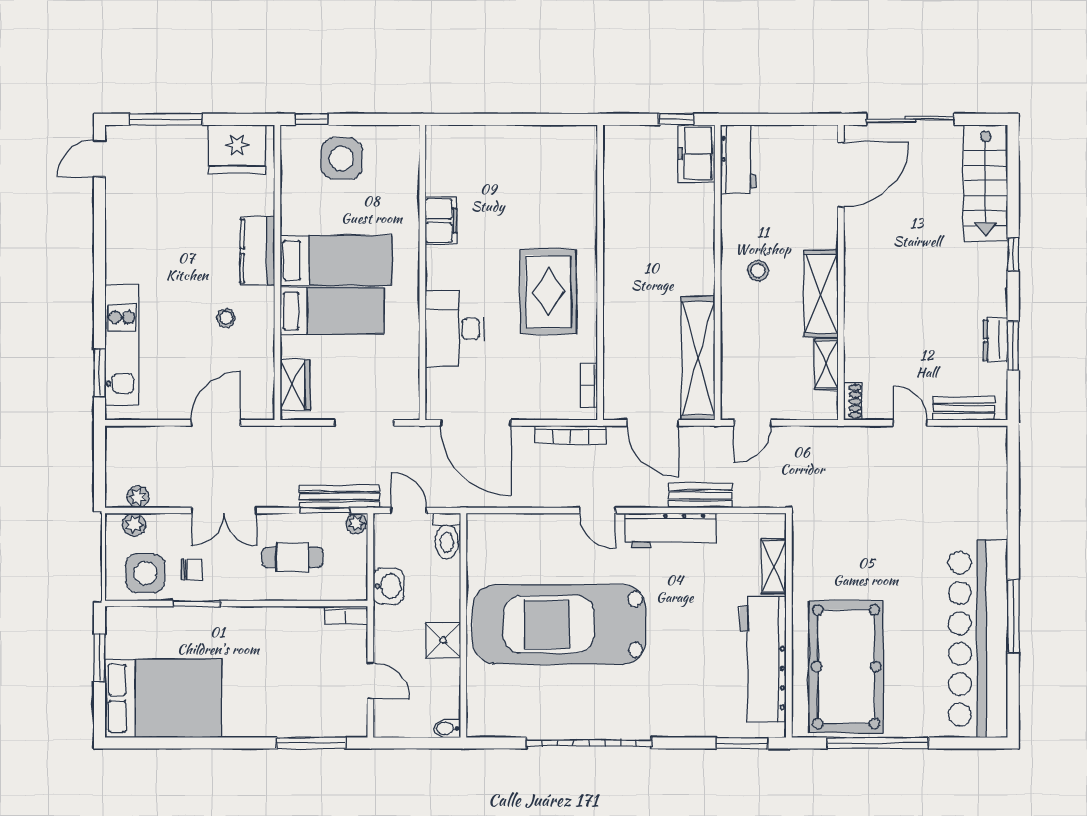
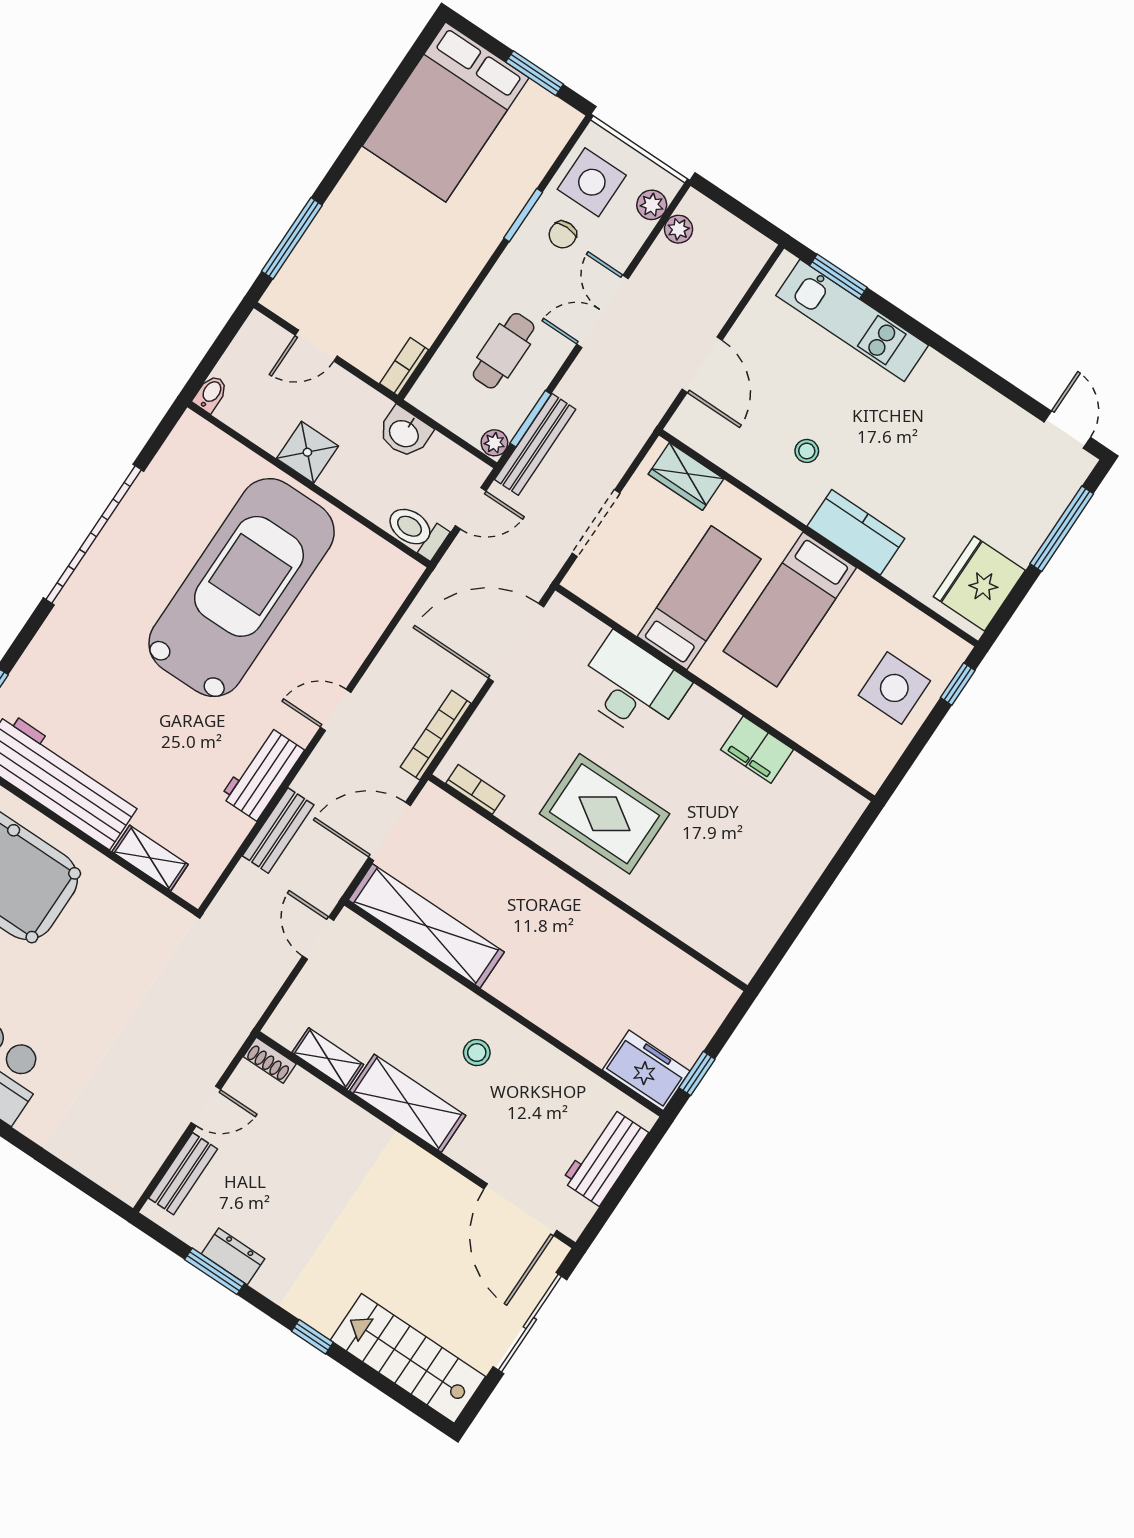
workbench: (738, 159) -> (605, 1157), moved, turned 90
bed: (332, 311) -> (699, 598), moved, turned 180
workbench: (670, 530) -> (262, 773), width x0.73

